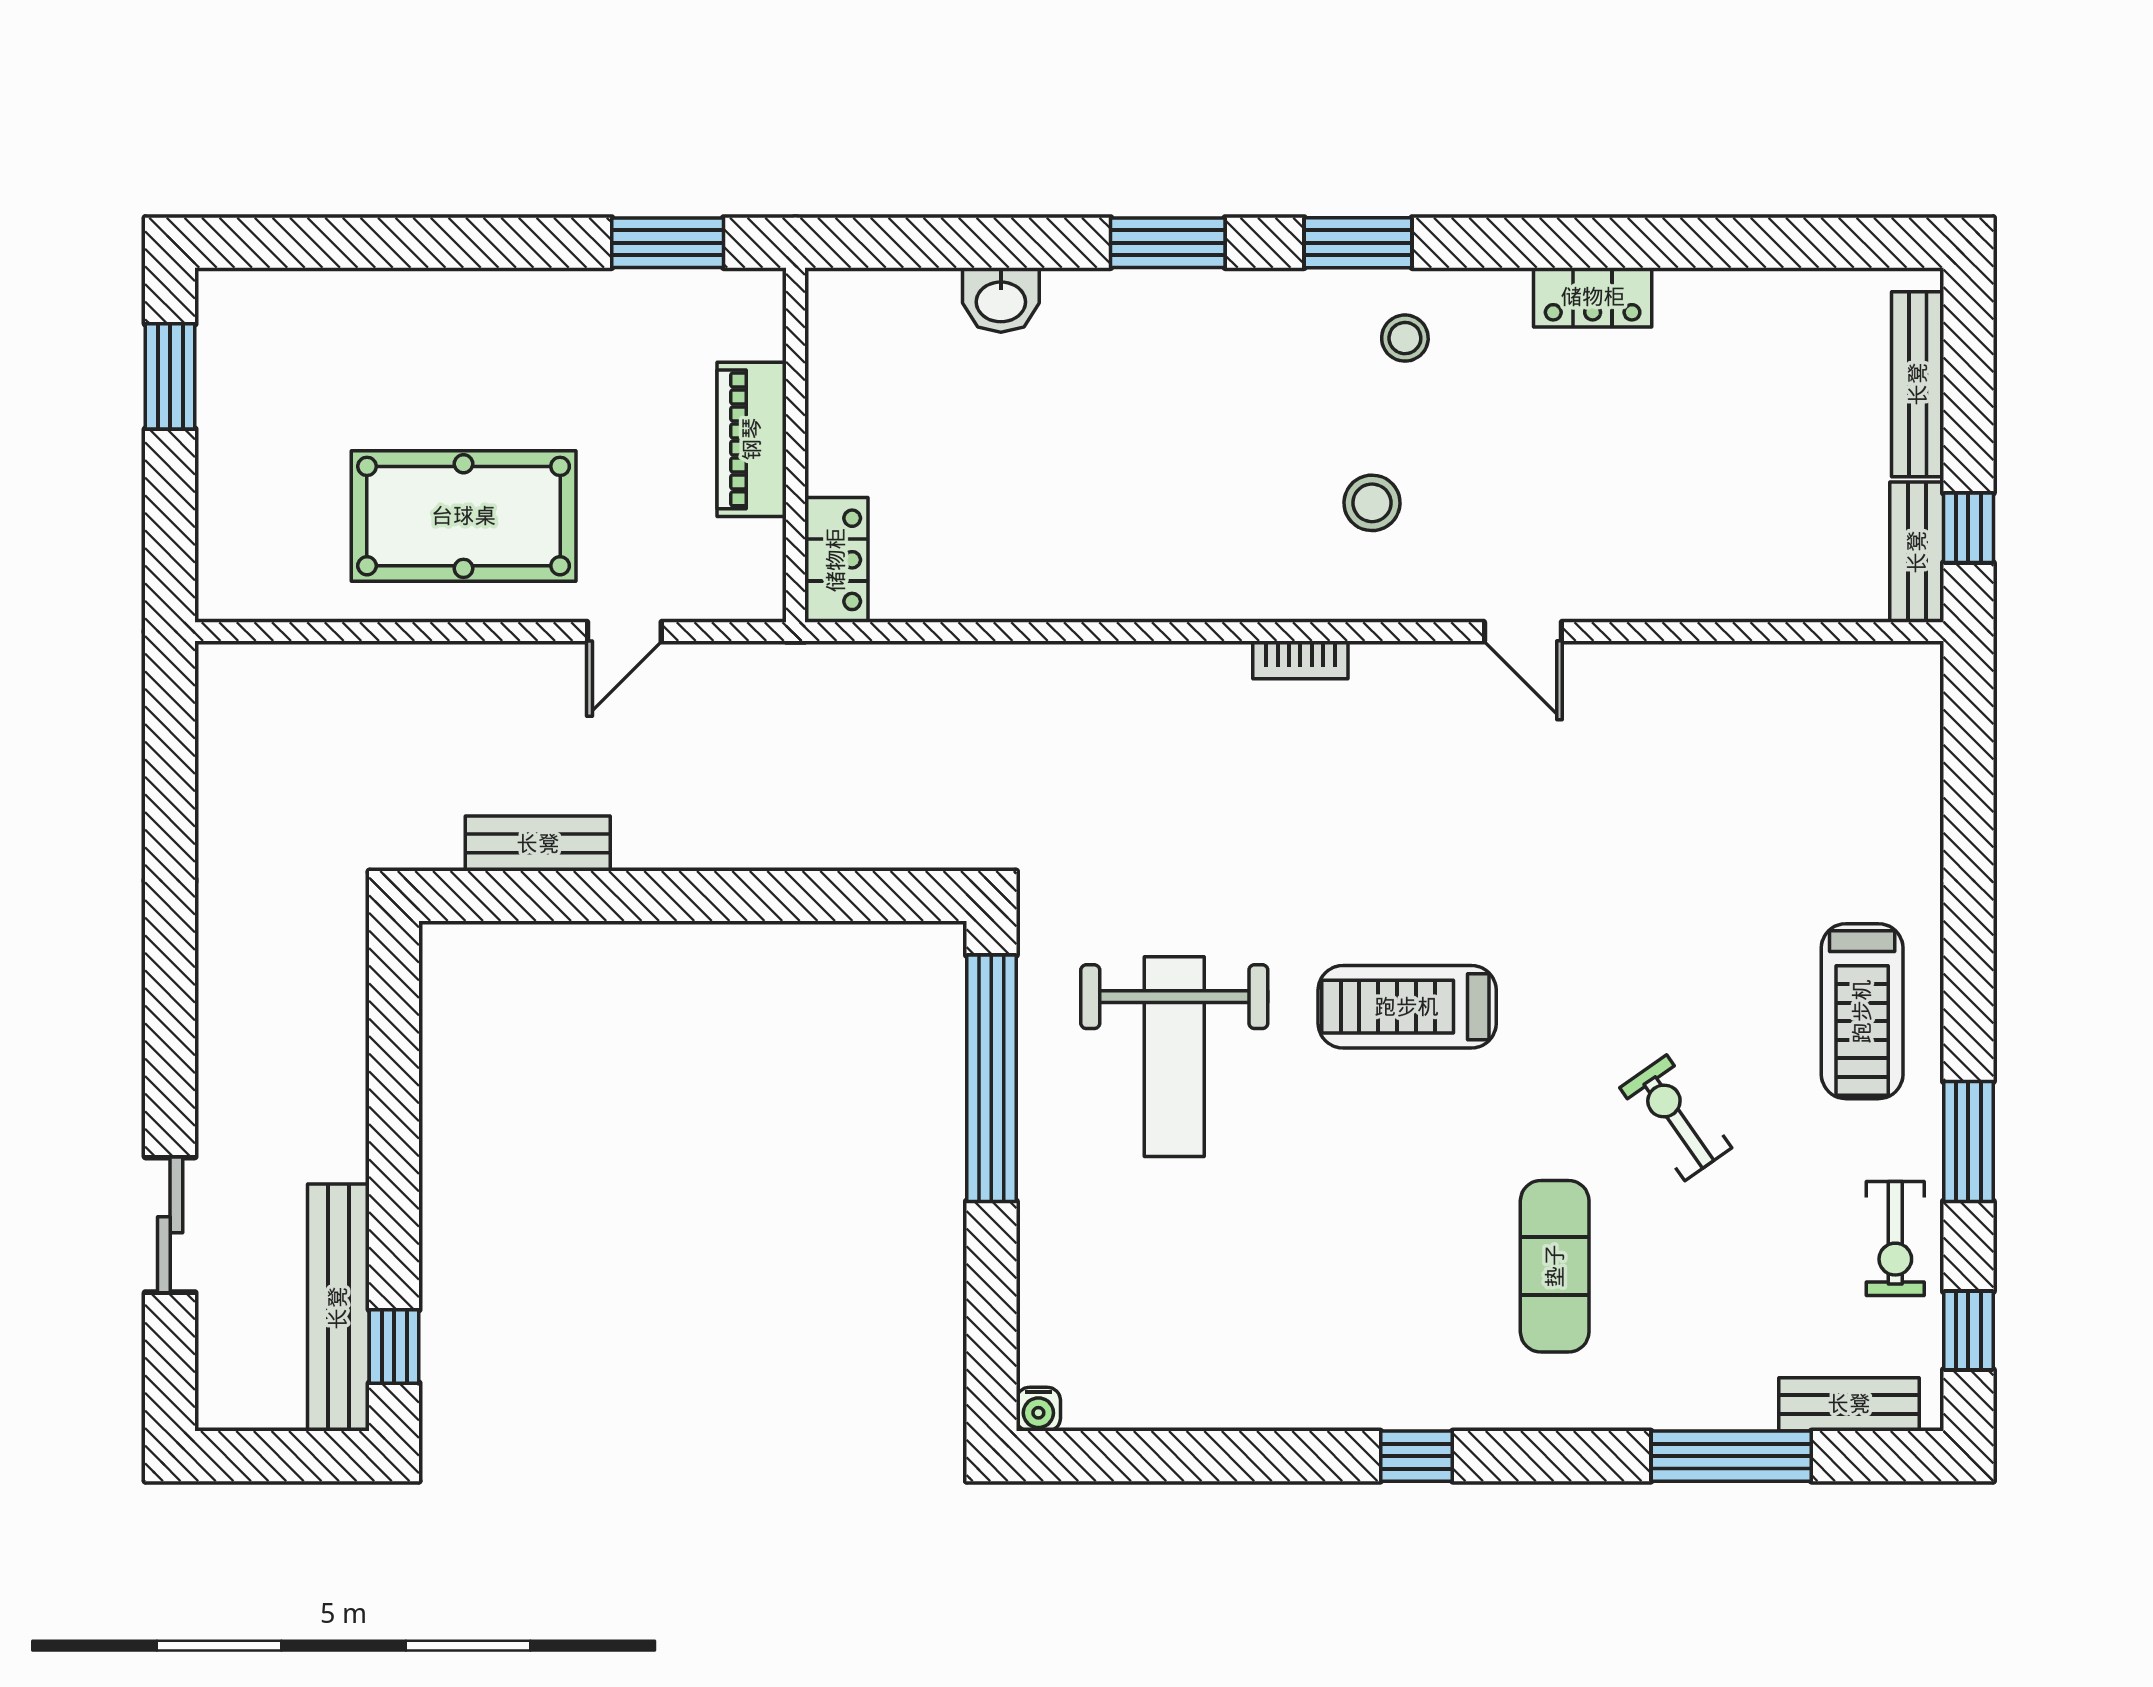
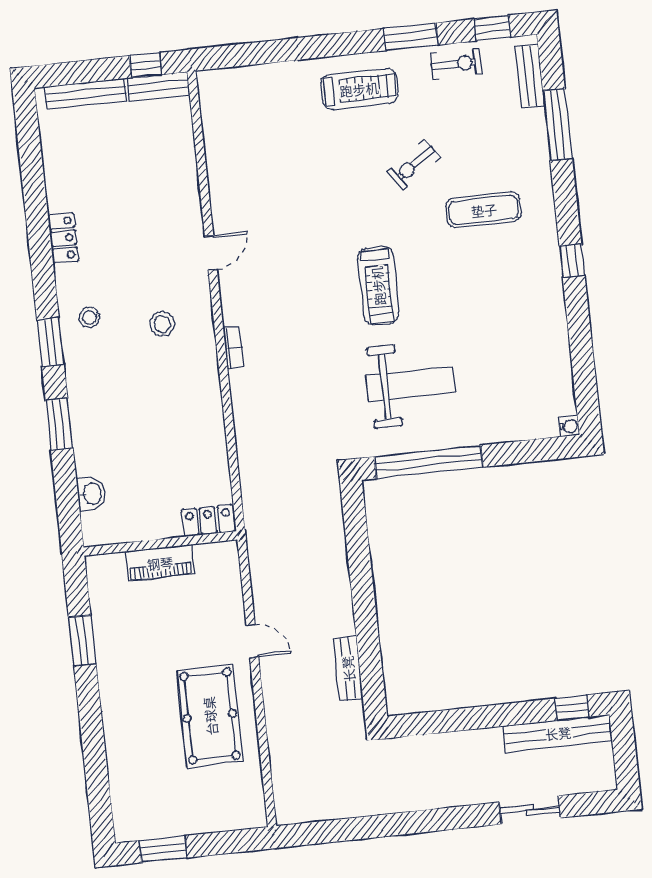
piano: (752, 439) -> (160, 563), moved
wall: (795, 445) -> (160, 544), moved
locker: (836, 560) -> (208, 521), moved

